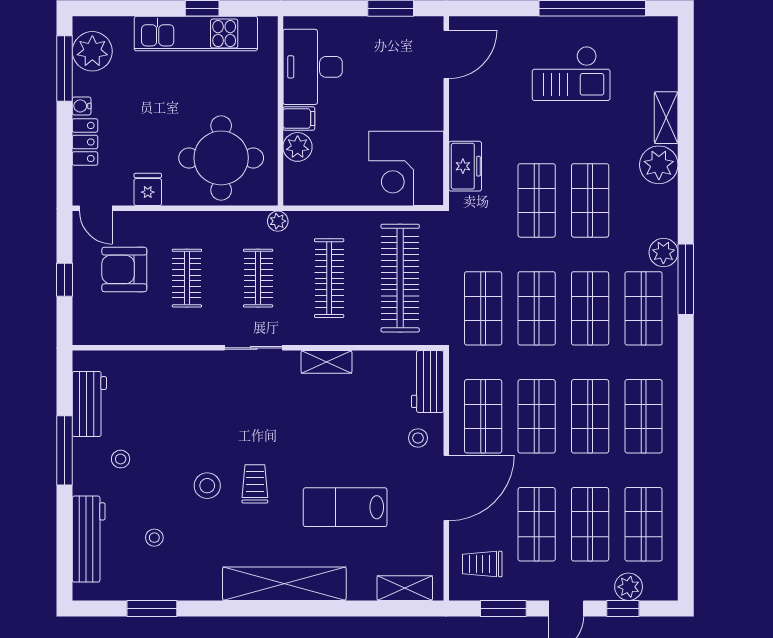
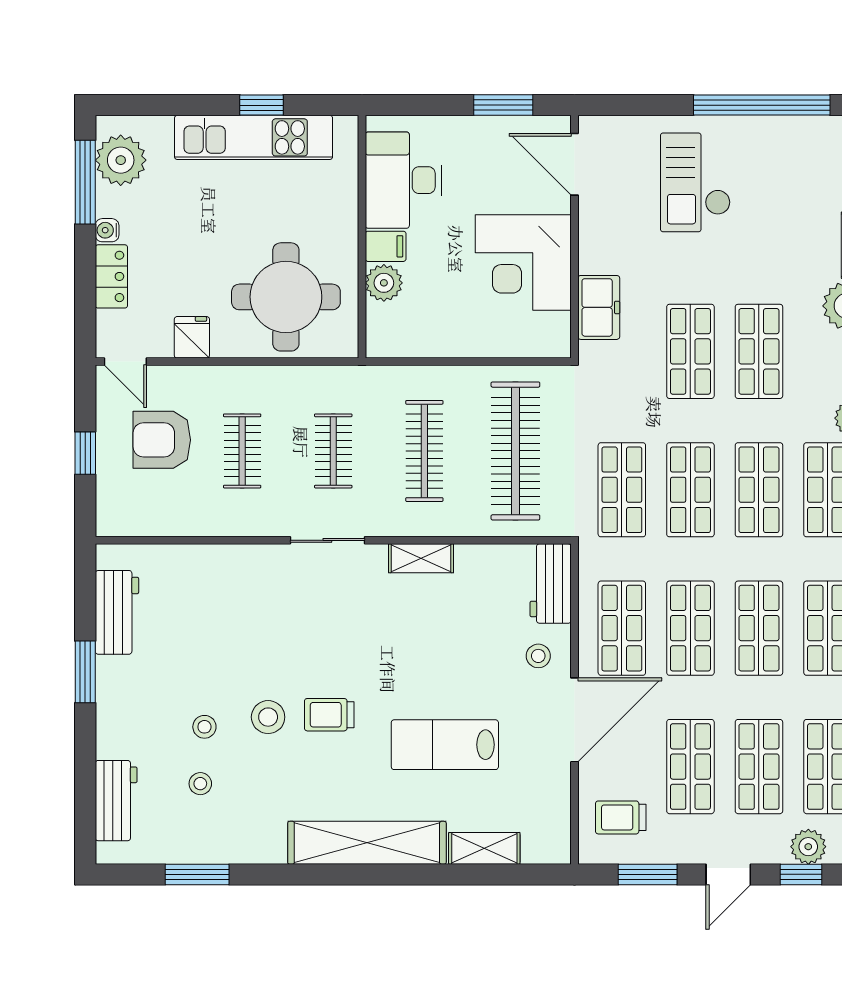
door: (446, 54) -> (575, 164), swing flipped
checkout: (571, 73) -> (695, 182), moved, turned 90
corner desk: (406, 168) -> (523, 262), moved
plant: (278, 221) -> (359, 378), removed
window: (65, 450) -> (85, 672), width x0.69
stool: (121, 459) -> (204, 727), moved
trolley: (255, 484) -> (329, 715), turned -90
workbench: (89, 539) -> (116, 801), width x0.73
shelving: (405, 588) -> (484, 848), moved

